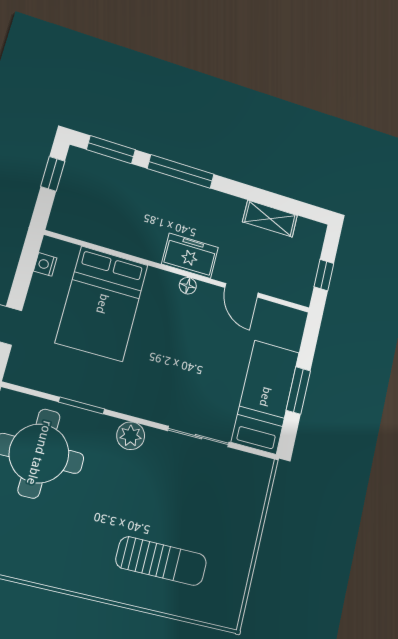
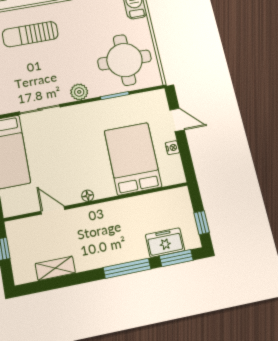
freezer: (190, 256) -> (165, 243), moved, turned 180
nightstand: (45, 264) -> (172, 148), moved

